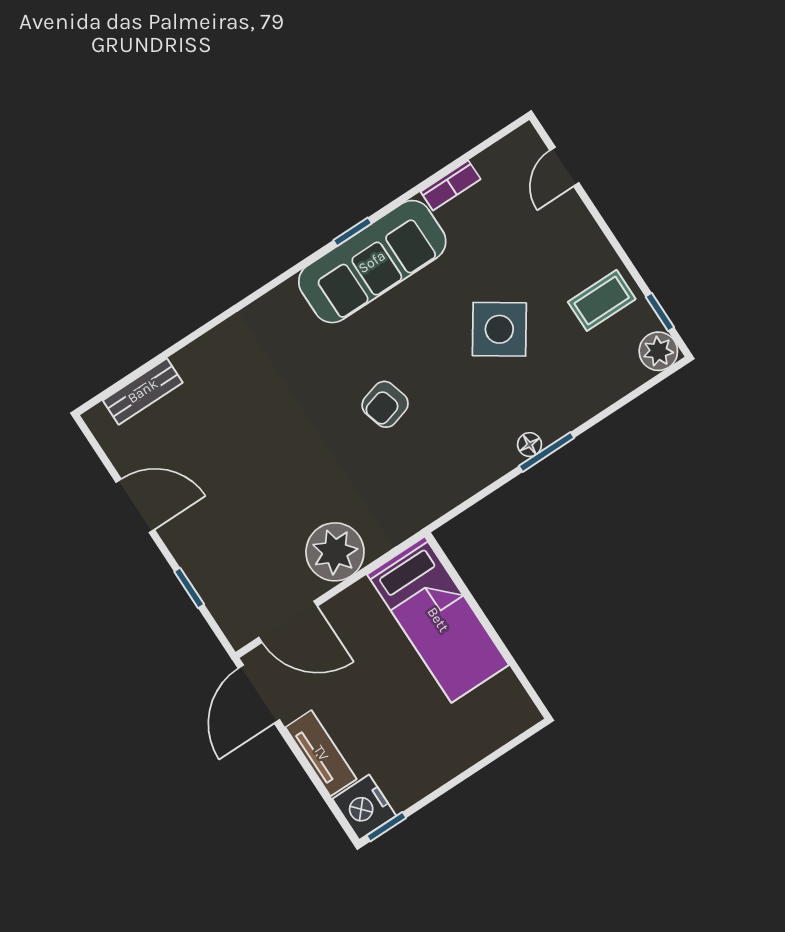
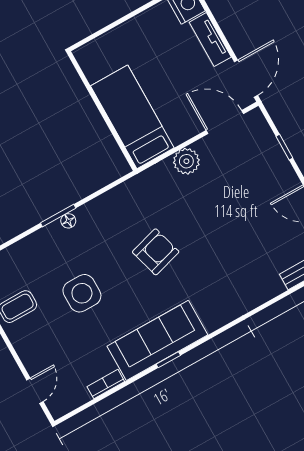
side table: (499, 329) -> (82, 293), turned -34
armchair: (385, 404) -> (156, 252), width x1.38, depth x1.38
plant: (335, 552) -> (186, 161), width x0.73, depth x0.73

